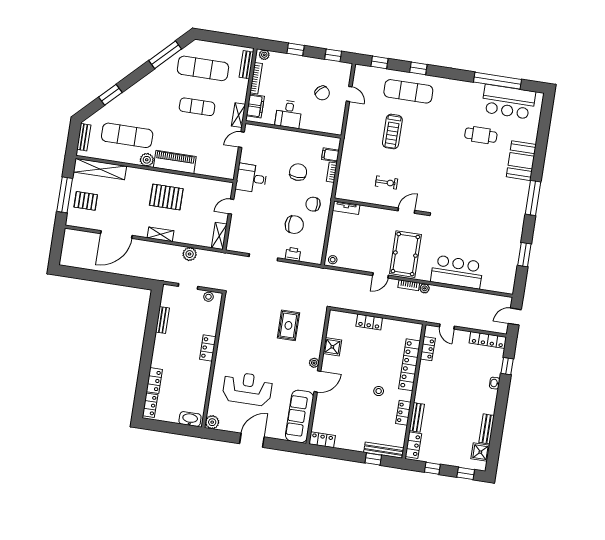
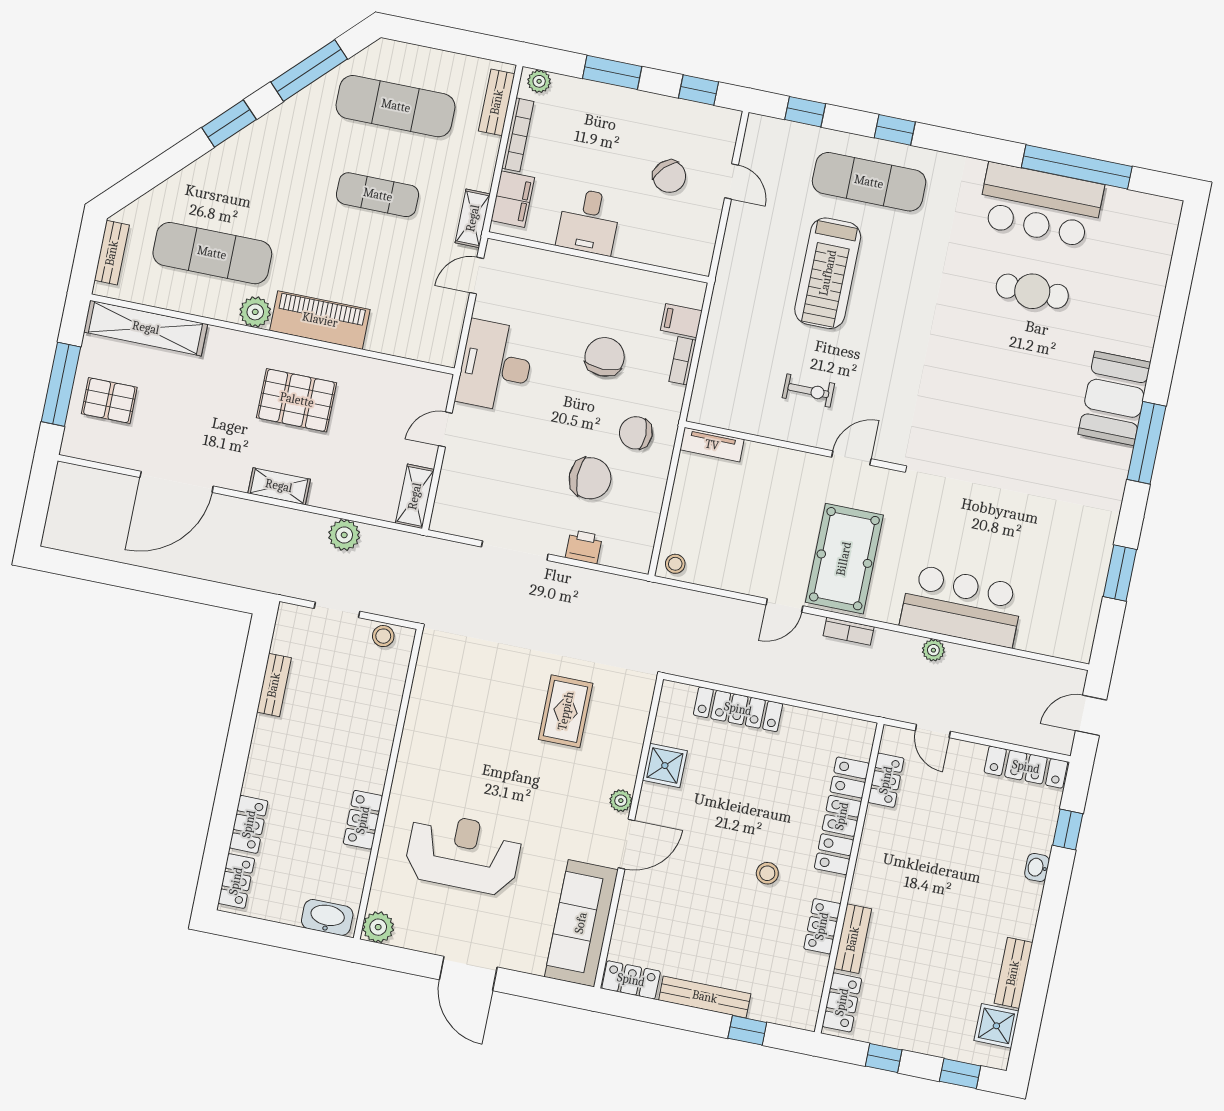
window: (296, 49) -> (612, 72), width x1.50
window: (110, 95) -> (229, 124), moved
bar counter: (508, 102) -> (1040, 205), moved
treadmill: (392, 132) -> (828, 273), width x1.37, depth x1.38
booth: (521, 161) -> (1114, 398), moved
desk: (251, 178) -> (496, 366), width x1.37
plant: (425, 288) -> (933, 650), moved
locker: (369, 322) -> (738, 709), width x1.53
locker: (208, 348) -> (363, 820), moved
door: (252, 440) -> (468, 973), swing flipped
bench: (384, 450) -> (705, 997), moved

